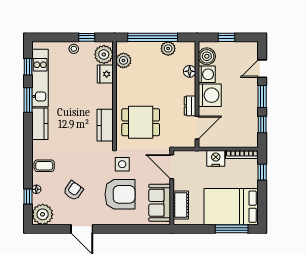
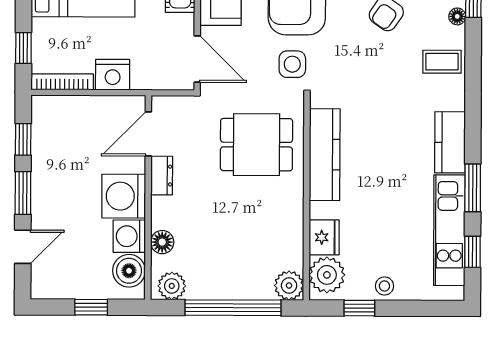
plant: (168, 48) -> (172, 286), moved
plant: (123, 60) -> (289, 286), moved
kitchen counter: (105, 125) -> (325, 155), width x1.50

